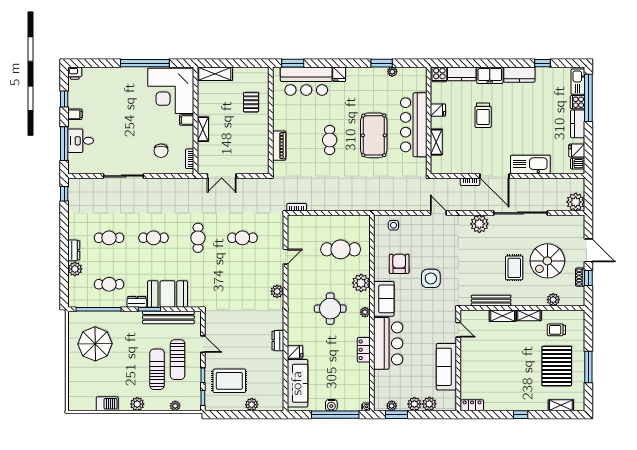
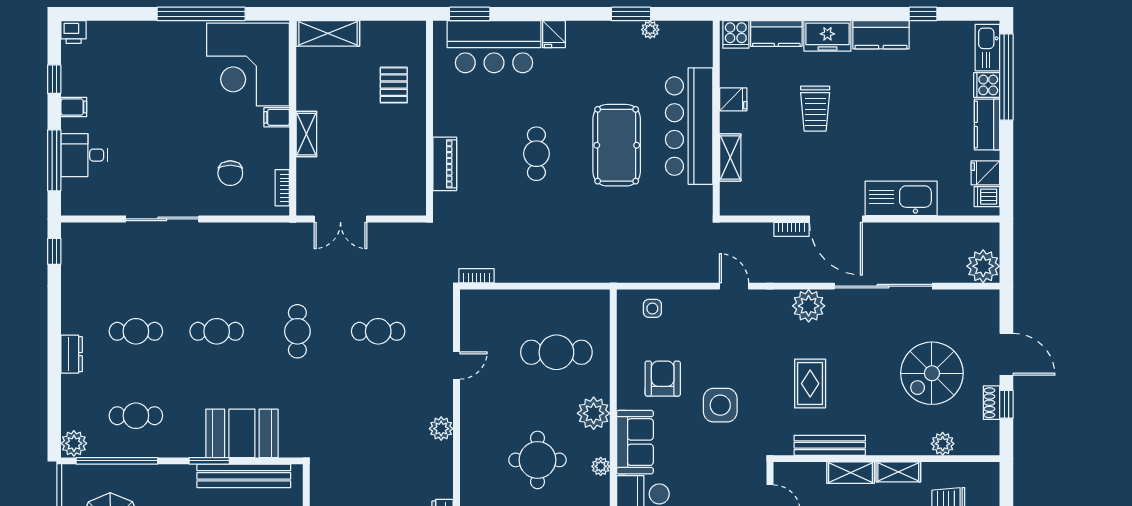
rug: (514, 268) -> (810, 384), moved
plant: (75, 269) -> (74, 443), moved
dresser: (137, 302) -> (186, 448), removed

